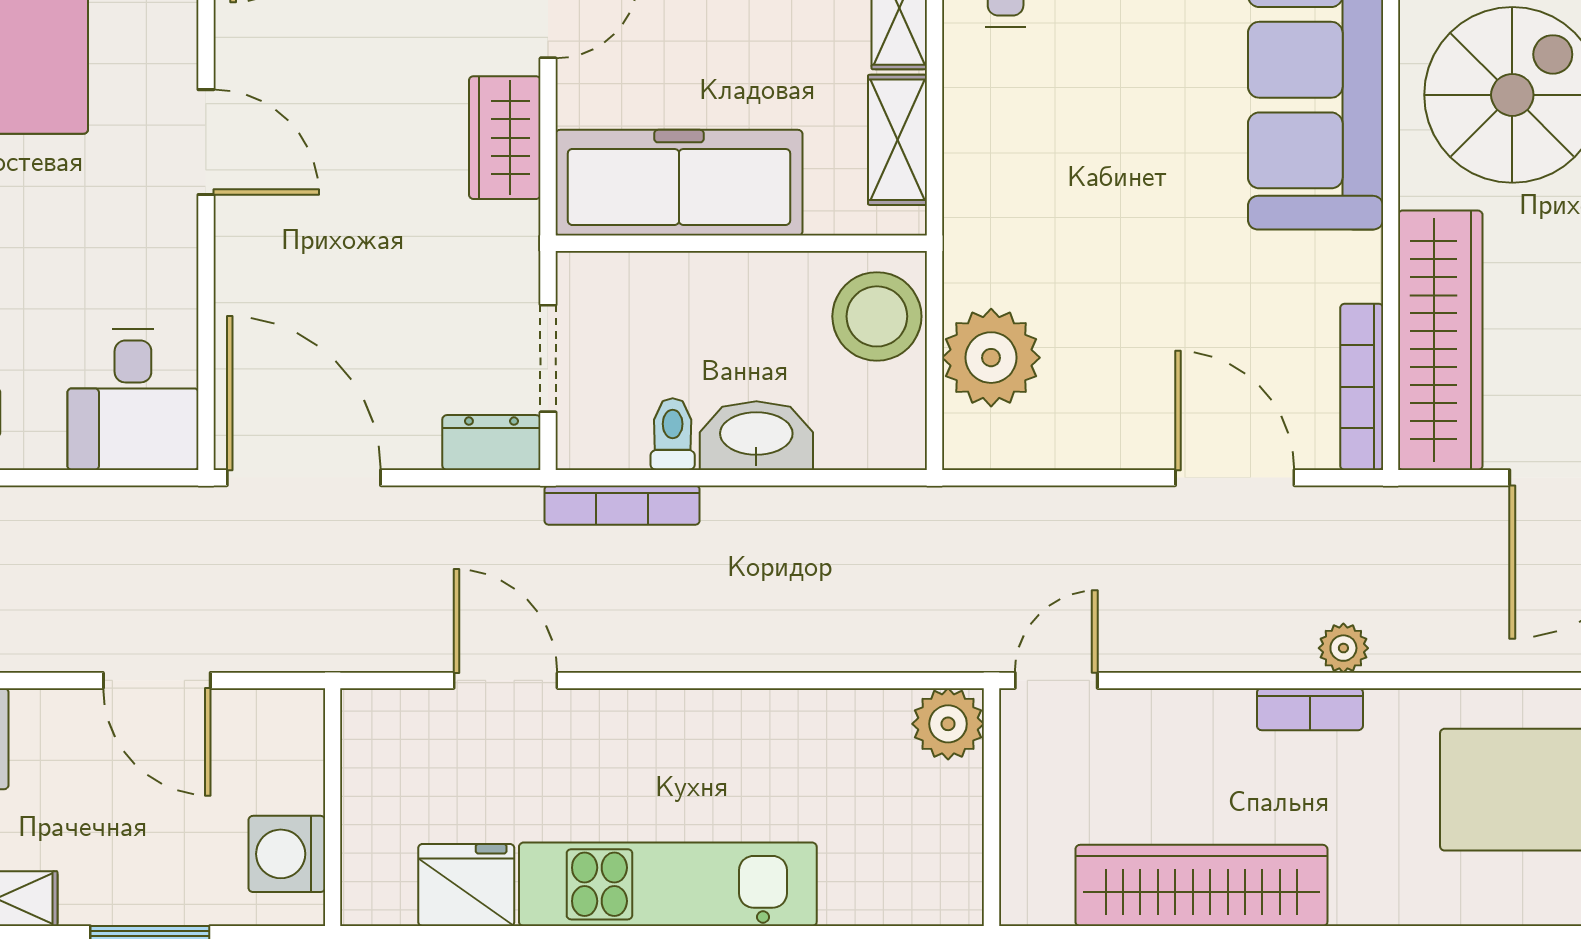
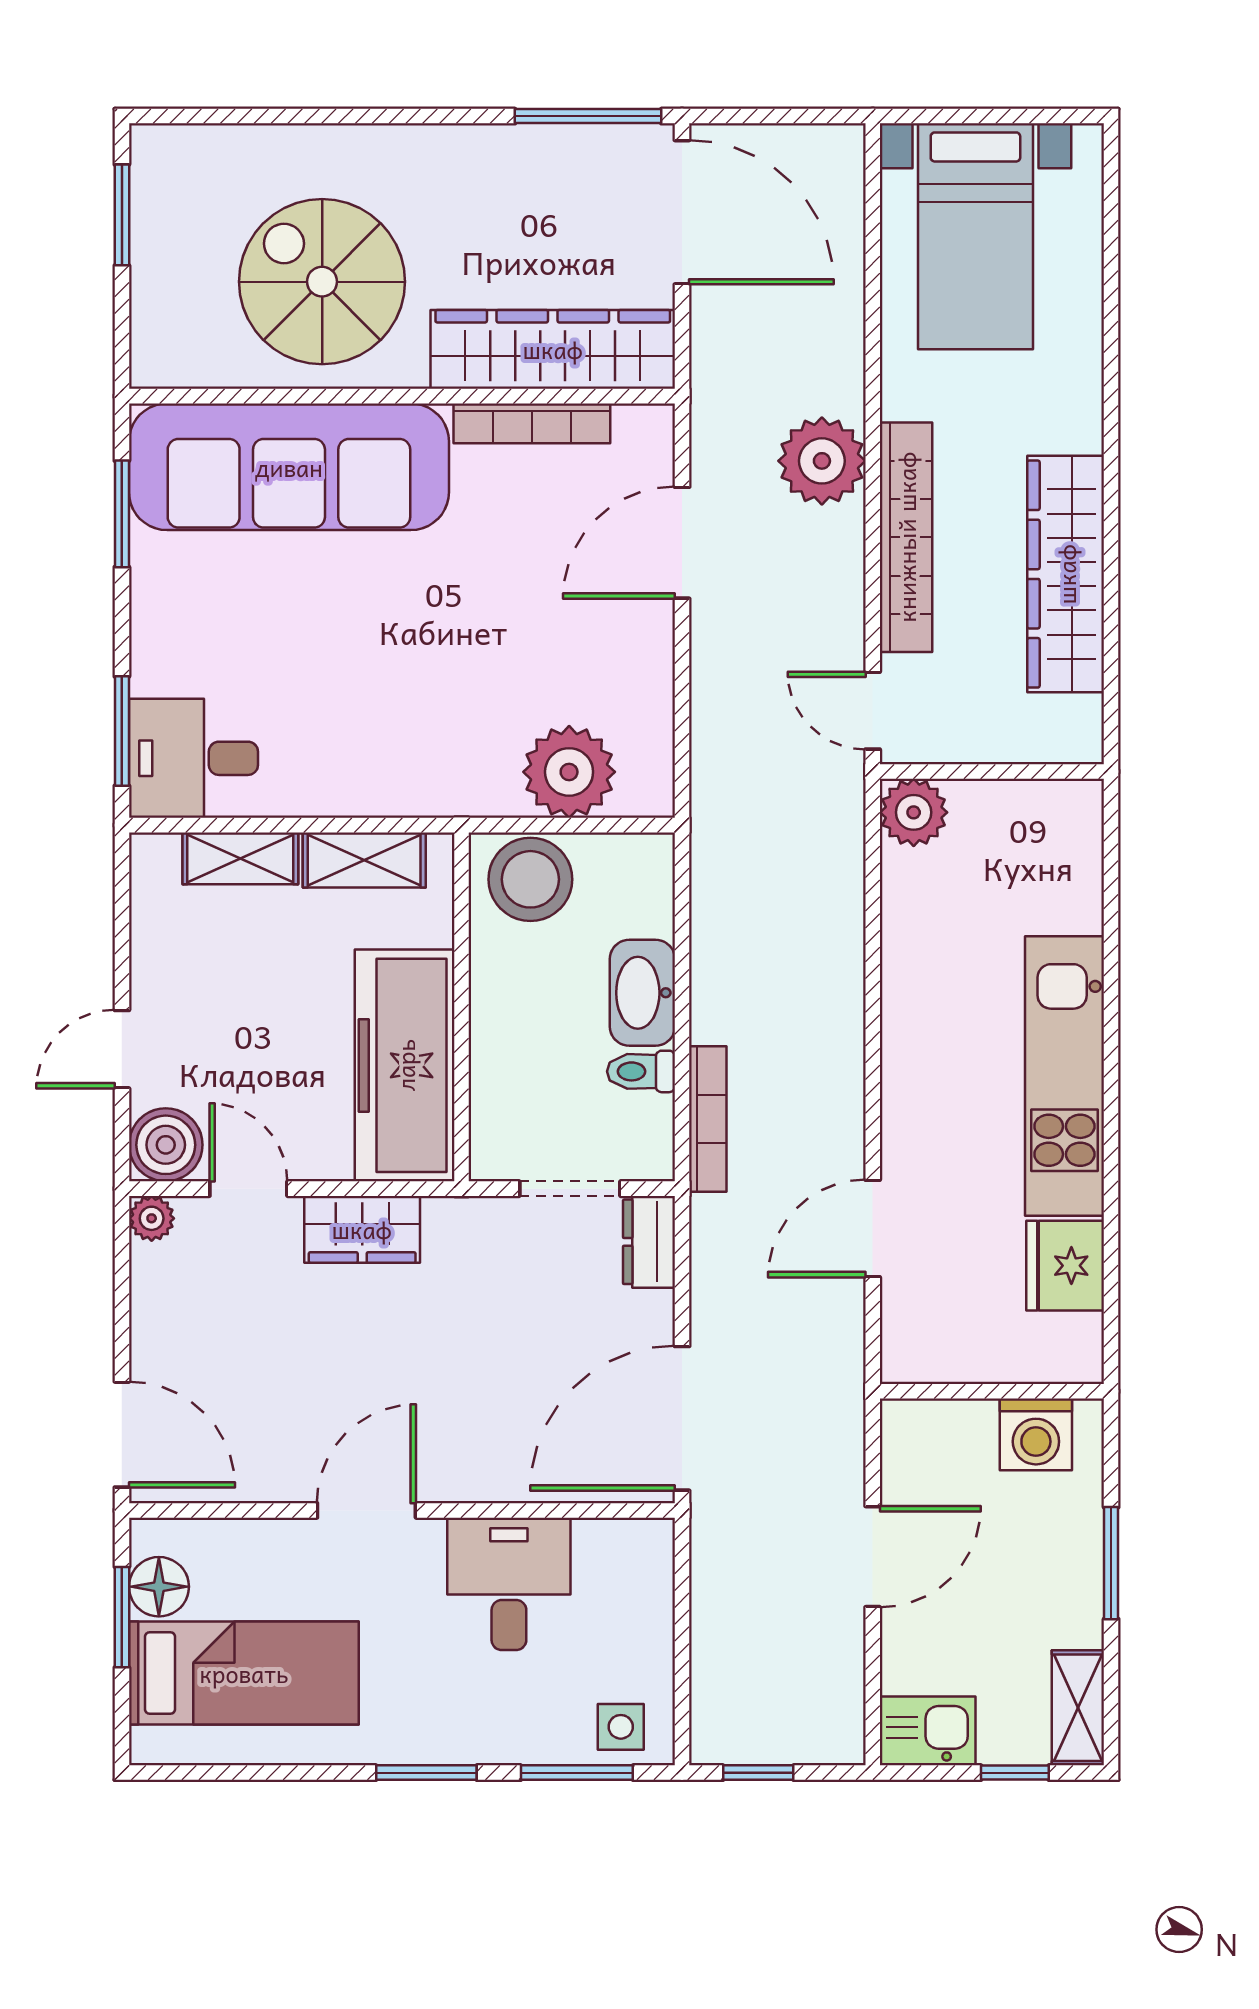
bookcase: (1362, 387) -> (532, 423), moved
desk: (133, 400) -> (509, 1584), moved, turned -90
plant: (1343, 648) -> (822, 461), width x1.87, depth x1.87
bookcase: (1310, 709) -> (906, 537), width x2.31, depth x1.31

